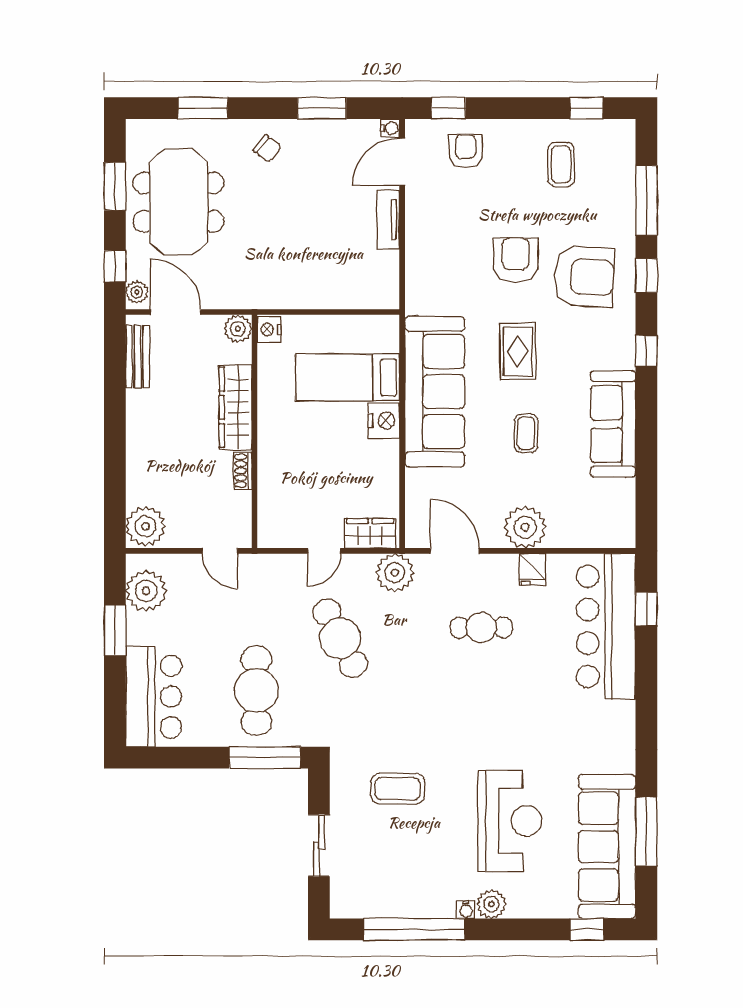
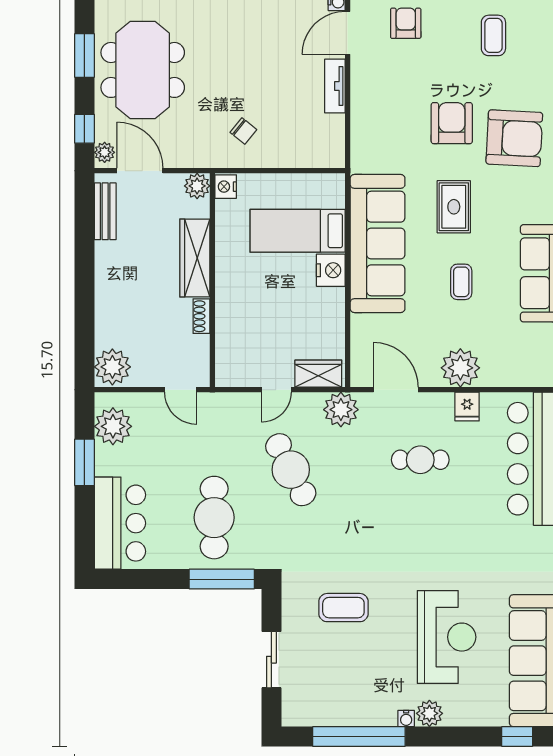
chair: (267, 149) -> (243, 131), moved

